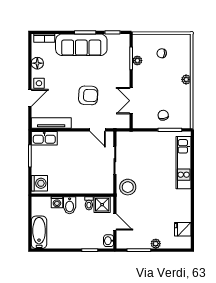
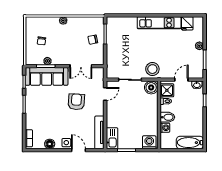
sofa: (81, 45) -> (47, 76), moved, turned 90
kitchen unit: (184, 163) -> (159, 23), moved
boiler: (105, 186) -> (151, 87), added

